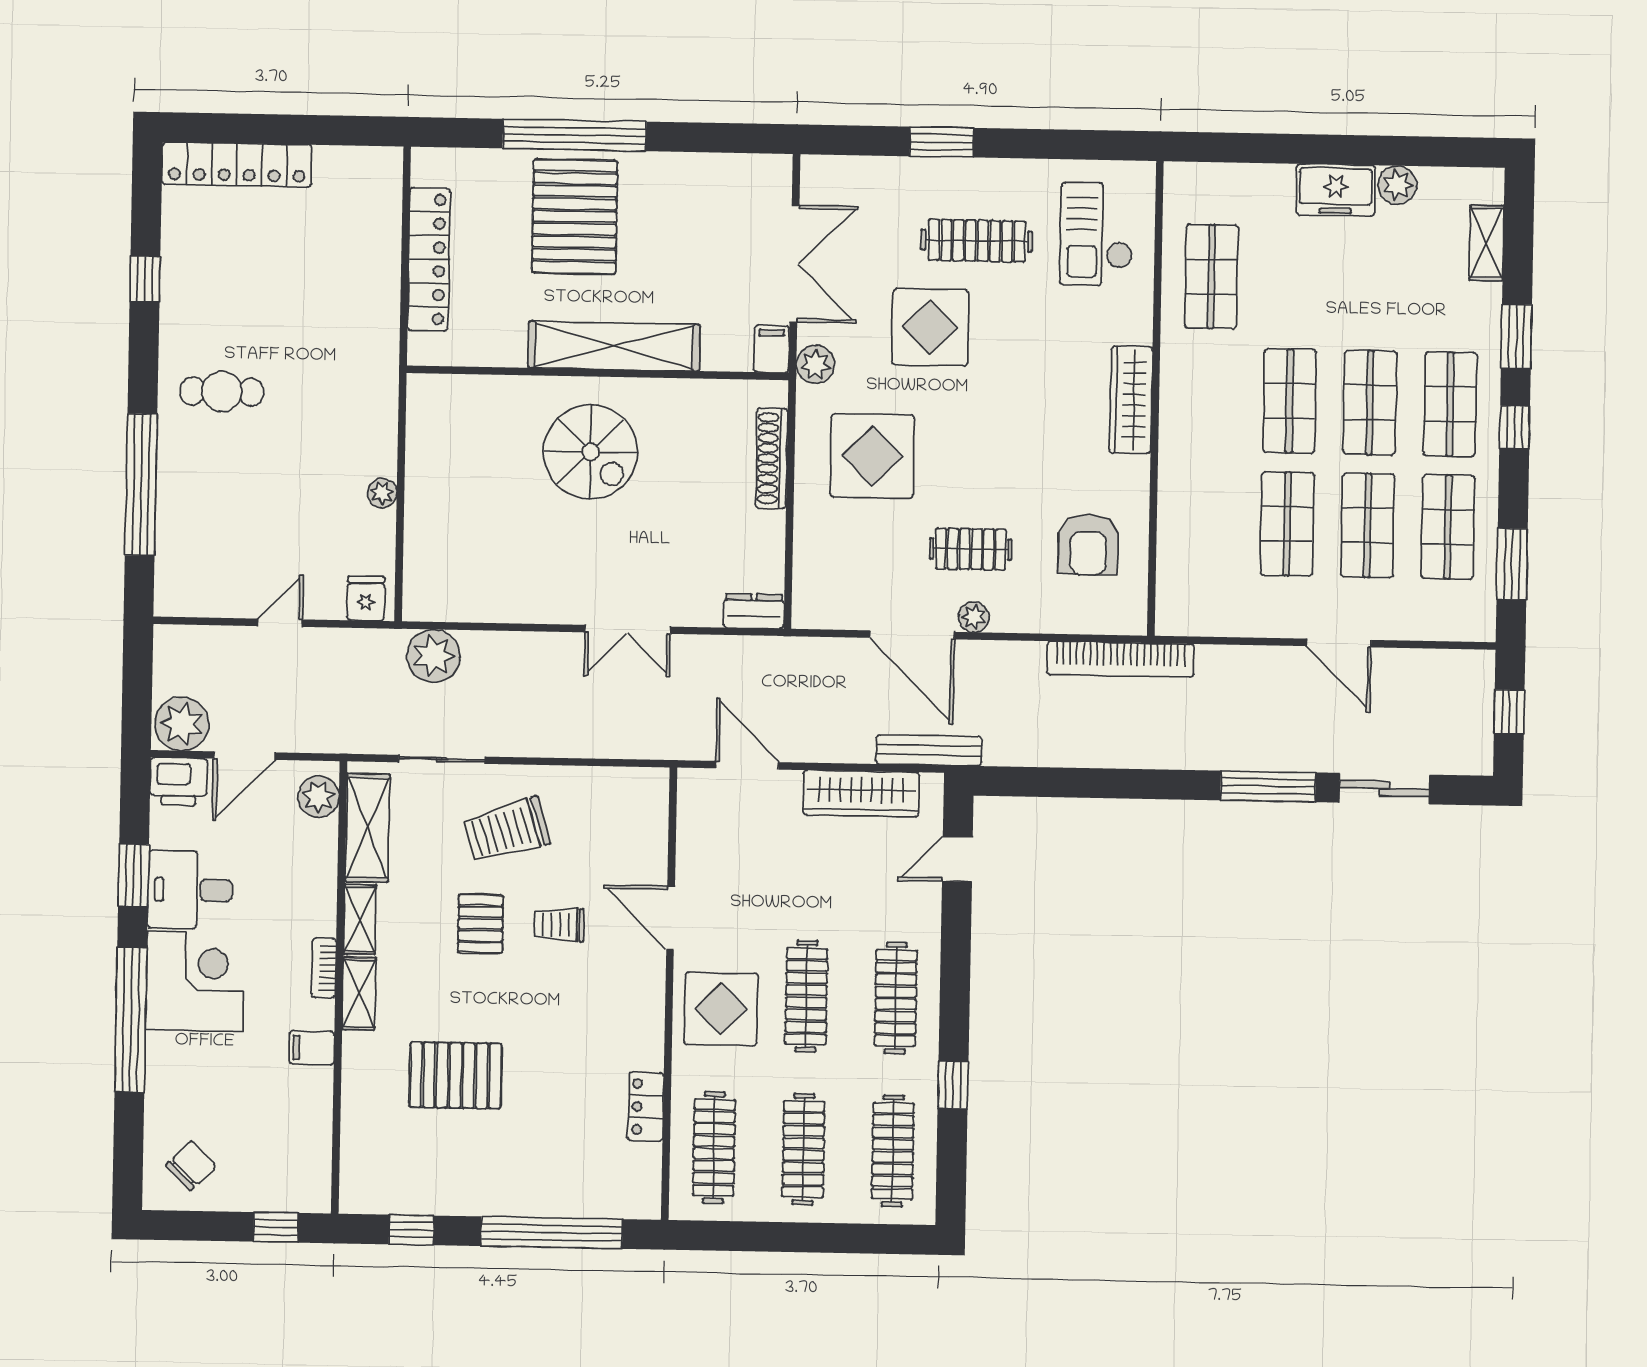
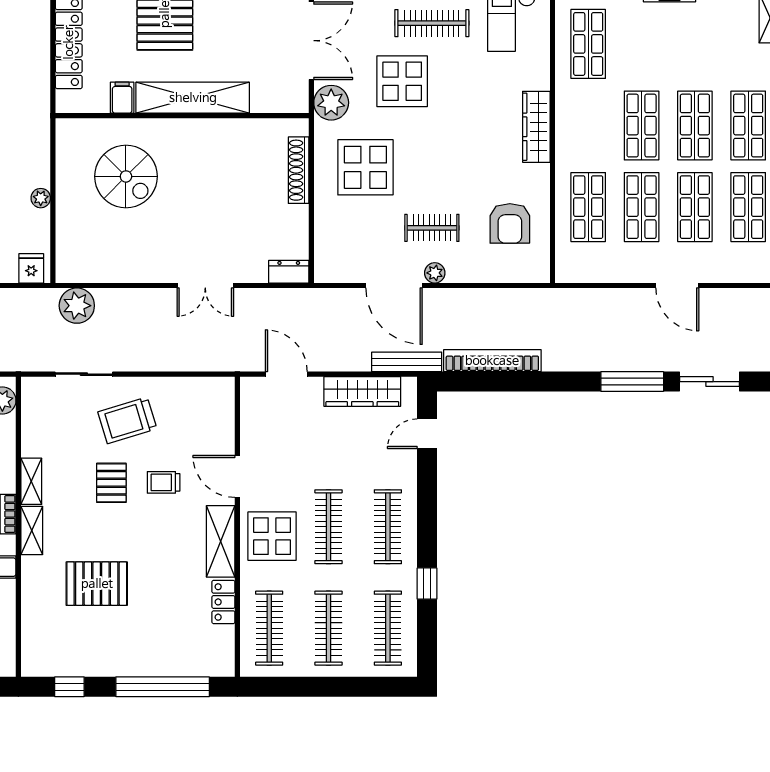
filing cabinet: (771, 349) -> (122, 98), moved
plant: (815, 364) -> (331, 103), width x1.36, depth x1.36
spiral stairs: (591, 452) -> (126, 176), moved
shop shelf: (1207, 522) -> (588, 207), added
bookcase: (1121, 659) -> (492, 361), moved, turned 180
shelving: (367, 828) -> (221, 541), moved

